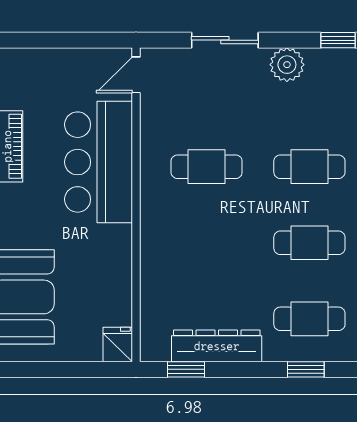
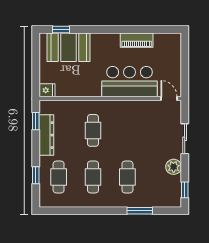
cafe table: (207, 167) -> (93, 130), moved

